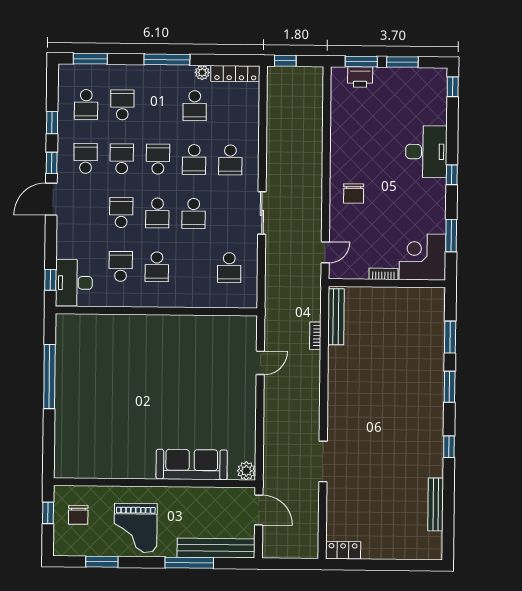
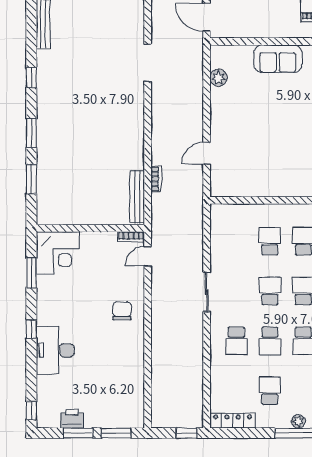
plant: (202, 72) -> (298, 421), moved
printer: (360, 77) -> (72, 419), moved
school desk: (194, 160) -> (270, 341), turned 180
school desk: (230, 160) -> (236, 341), turned 180
school desk: (229, 268) -> (270, 241), moved
bookcase: (383, 274) -> (131, 237), moved
sofa: (192, 464) -> (278, 59), width x0.73
plant: (246, 471) -> (219, 78), moved

